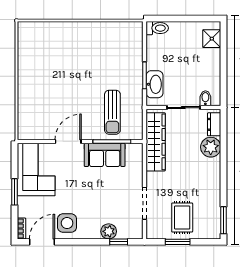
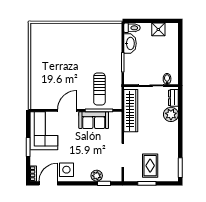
shower: (212, 39) -> (158, 29), moved
washbasin: (155, 84) -> (130, 43), moved

